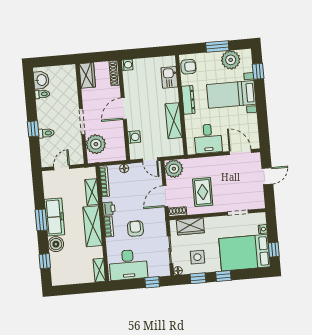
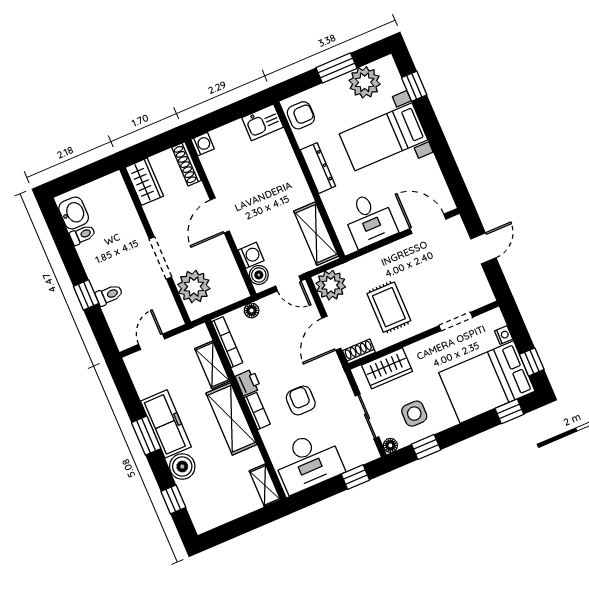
kitchen sink: (169, 77) -> (263, 122), moved, turned -90
shelving: (174, 121) -> (316, 234), moved
boiler: (135, 150) -> (259, 275), added
window: (223, 276) -> (509, 411), moved

